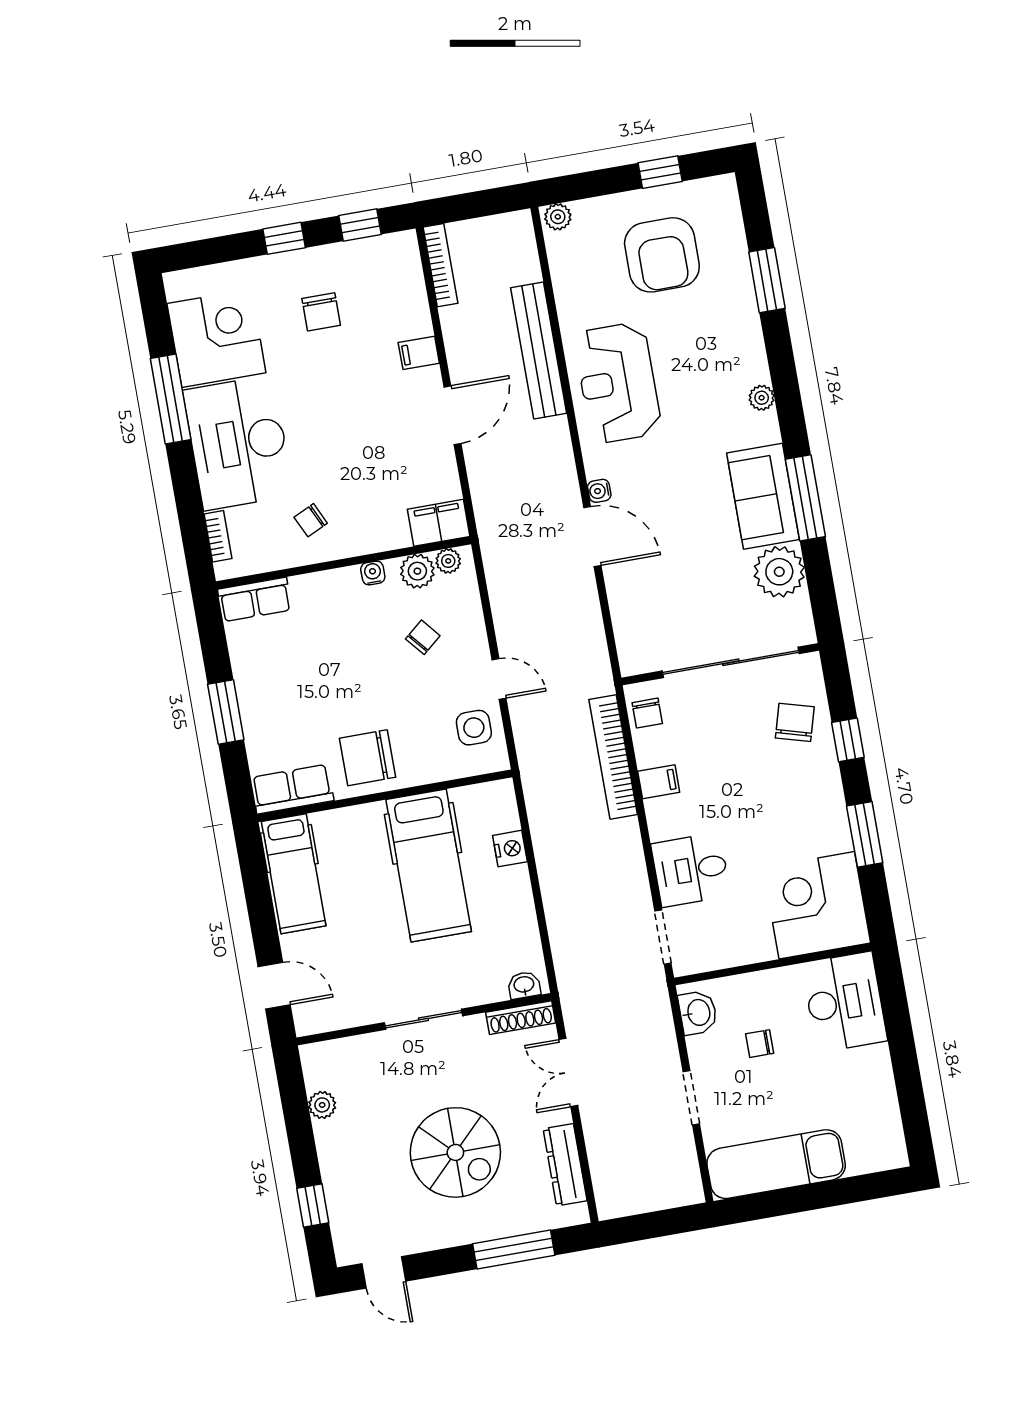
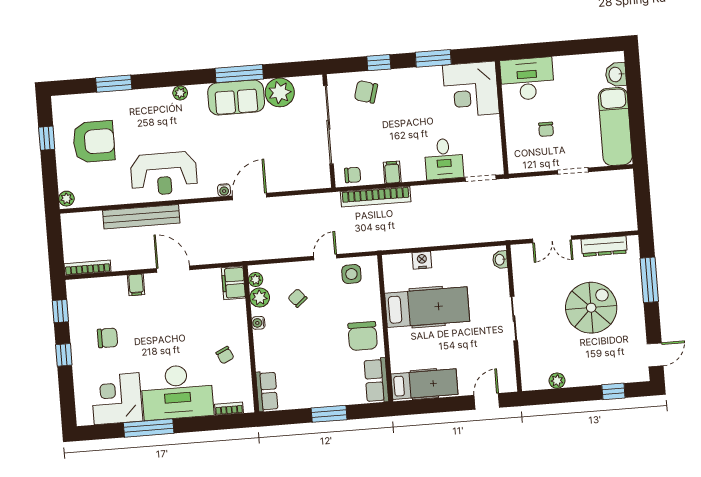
washbasin: (698, 1013) -> (616, 74), moved, turned -90
shoe rack: (521, 1018) -> (518, 263), removed

